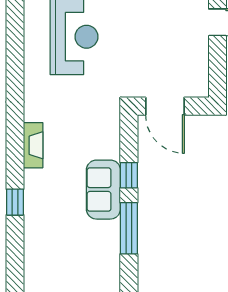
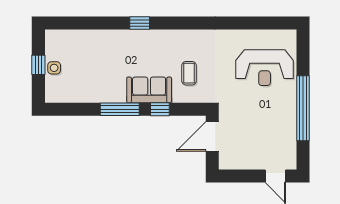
coffee table: (81, 137) -> (189, 73), added
fireplace: (33, 145) -> (183, 37), removed

